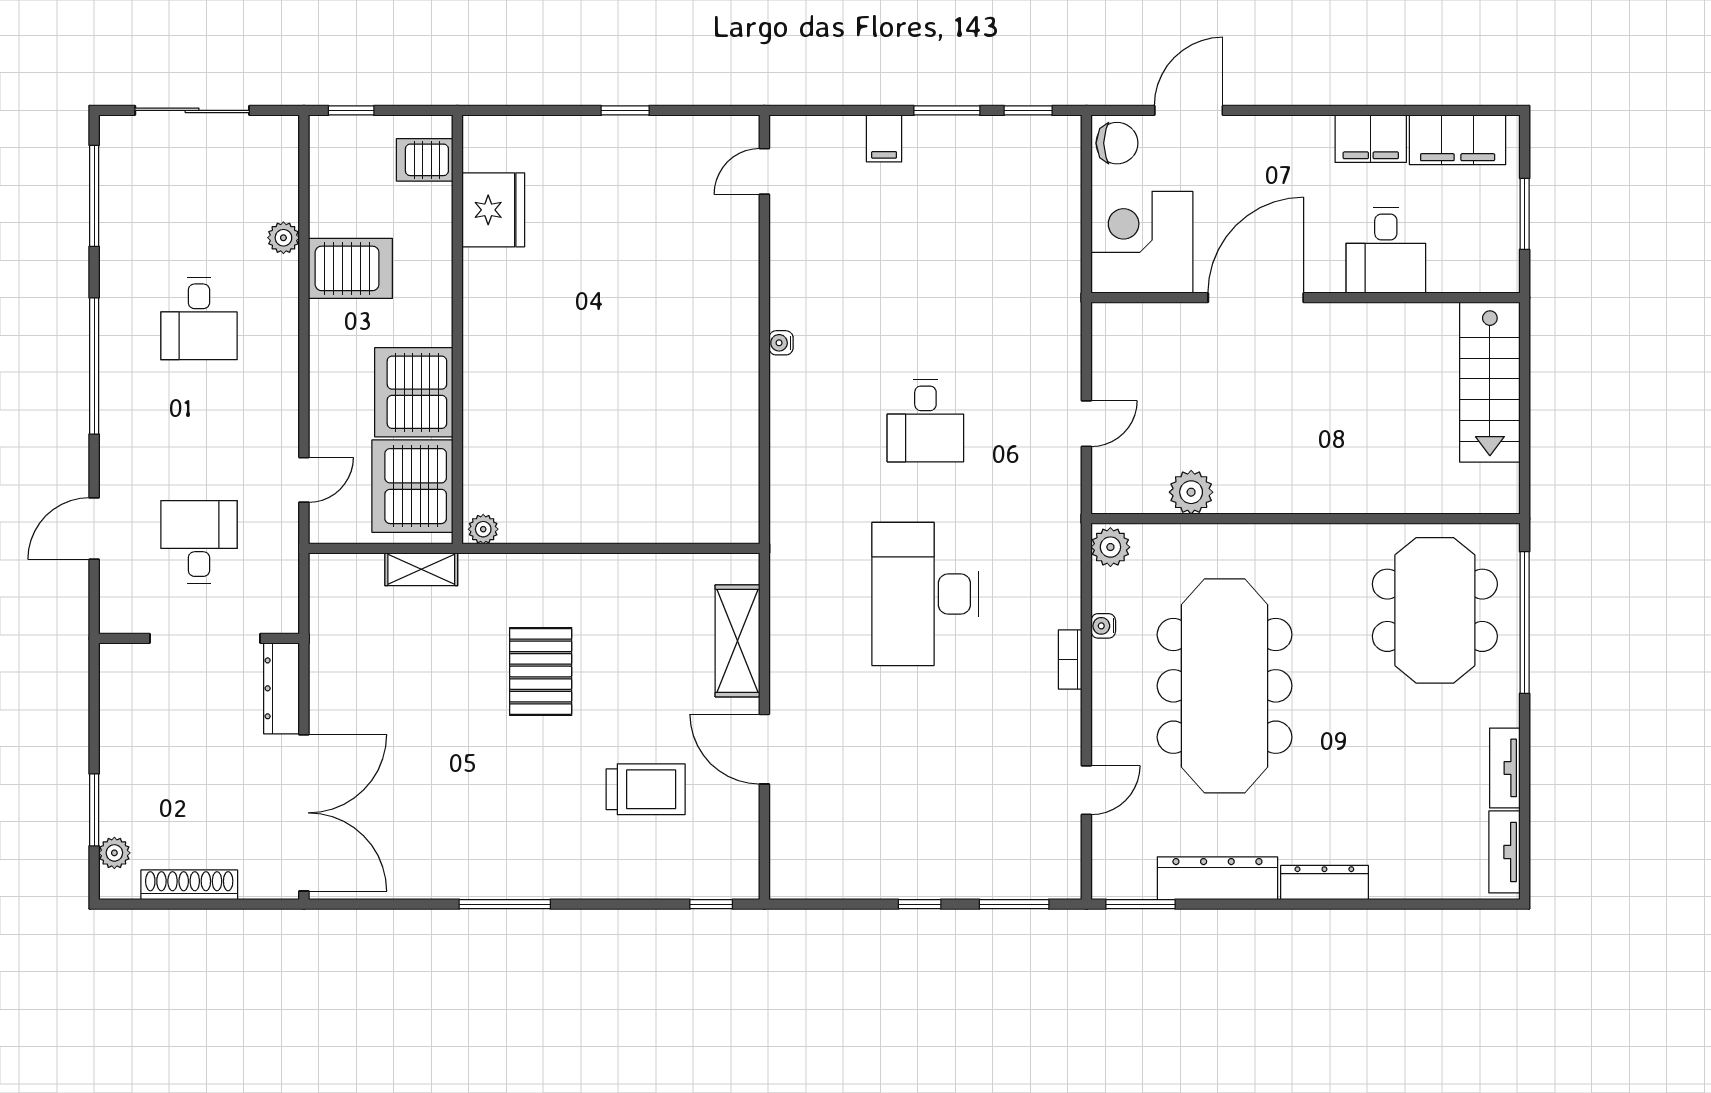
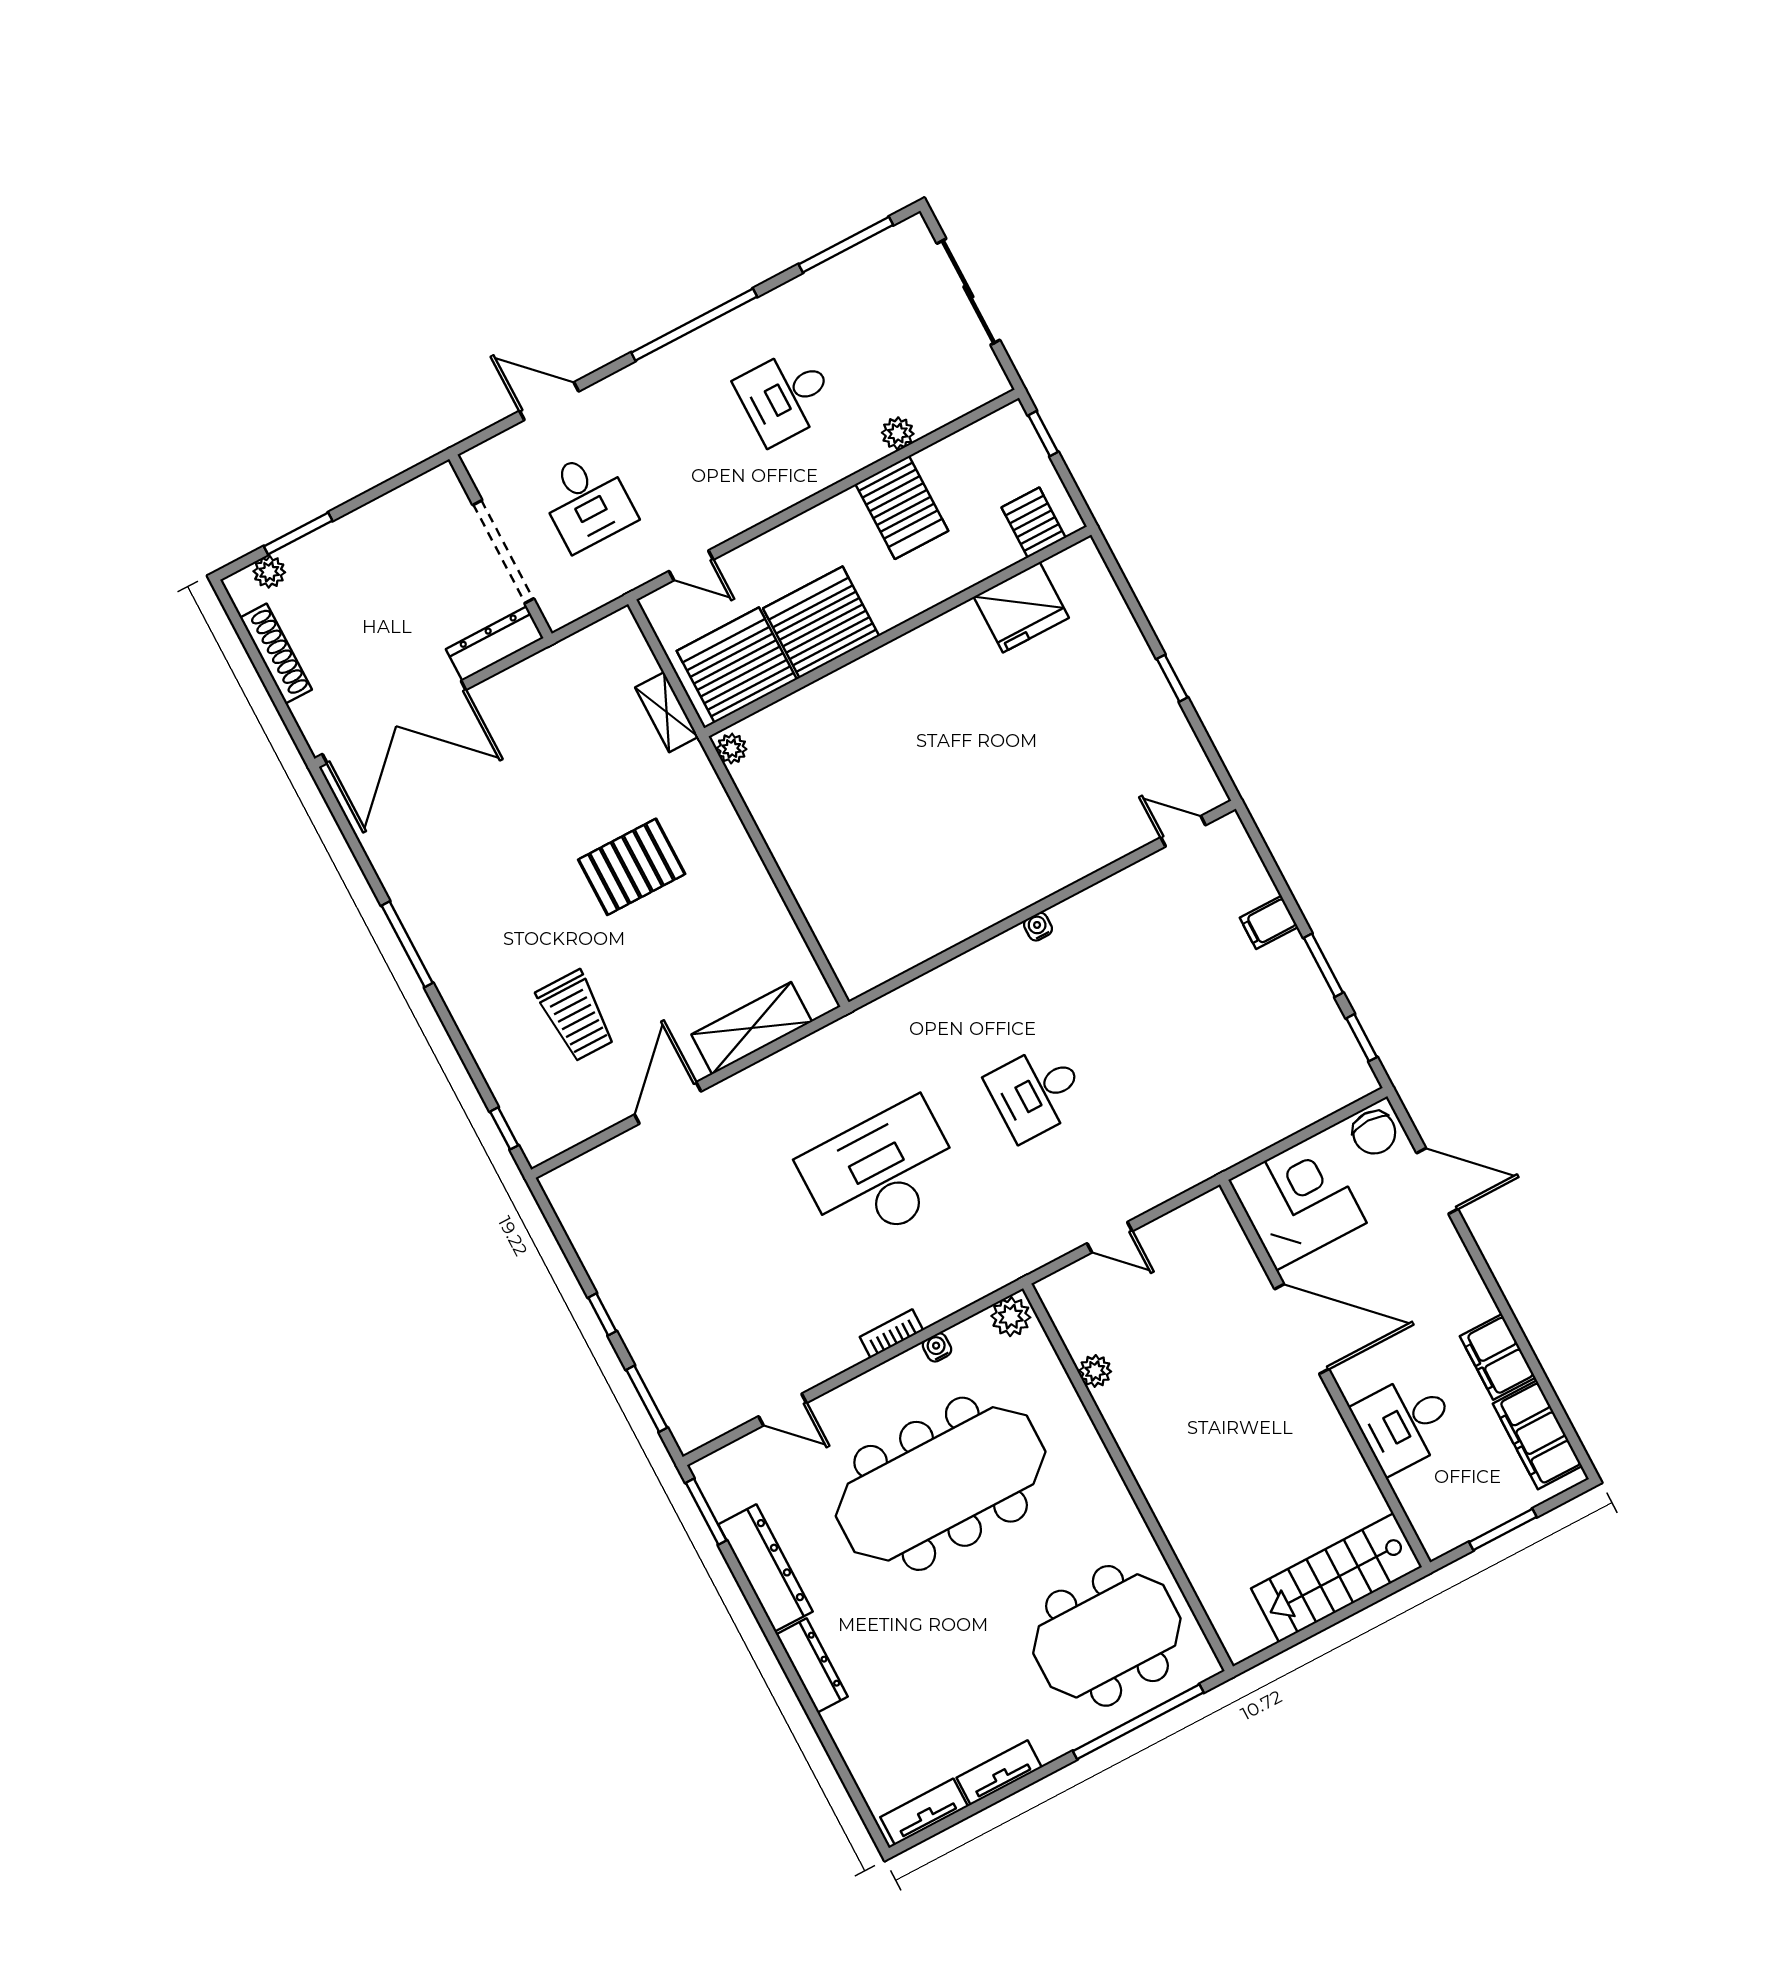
plant: (1191, 492) -> (1095, 1371), width x0.73, depth x0.73
desk: (199, 542) -> (587, 501), turned 90

